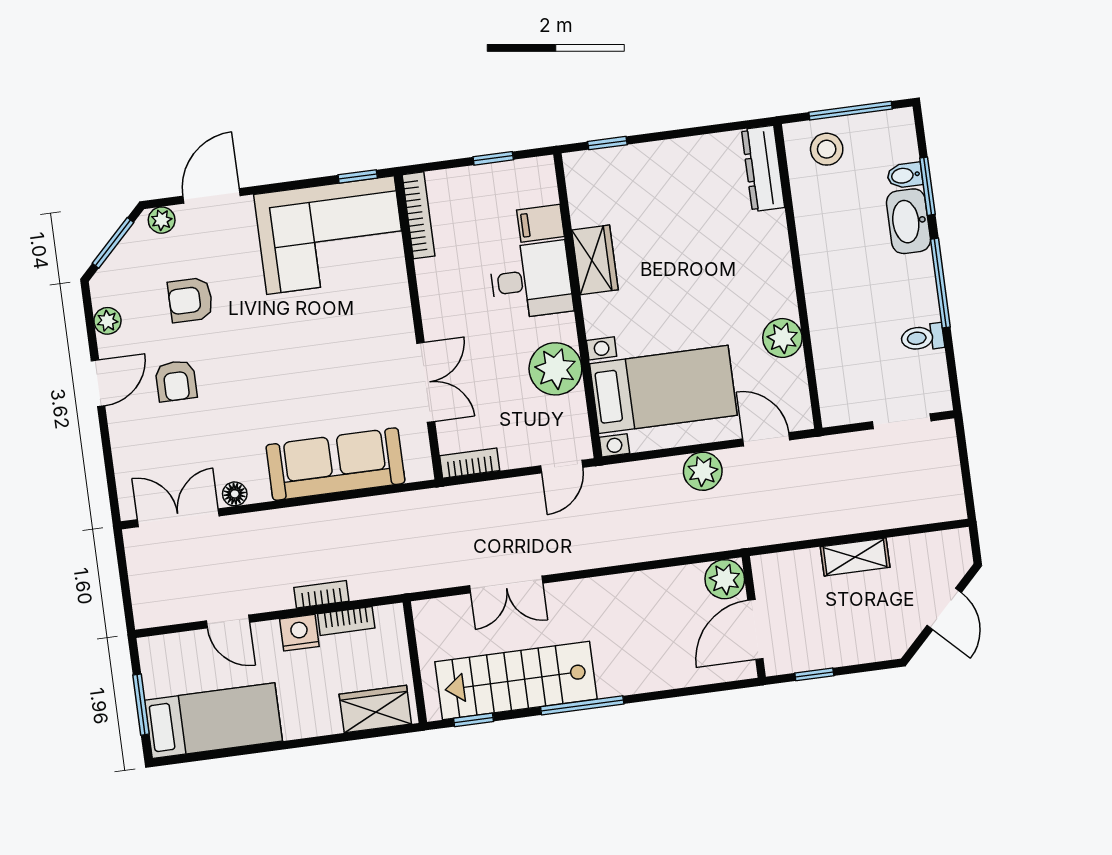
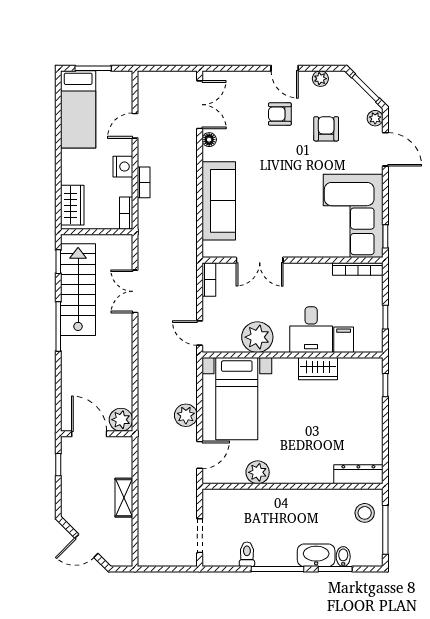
bookcase: (346, 621) -> (126, 213), moved

